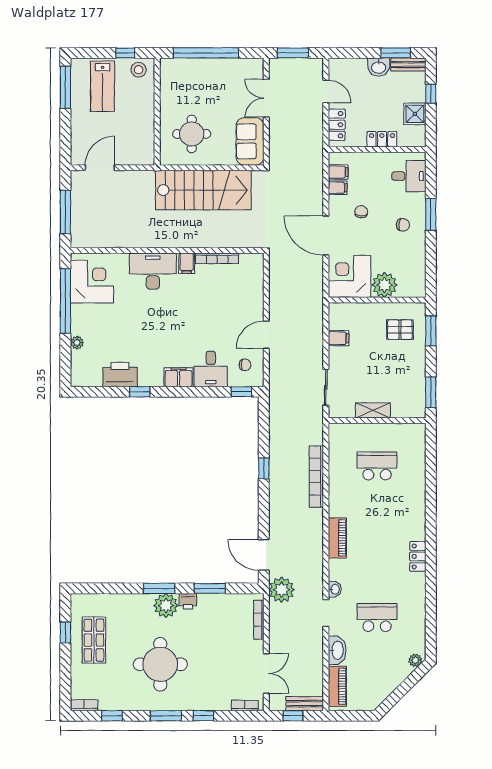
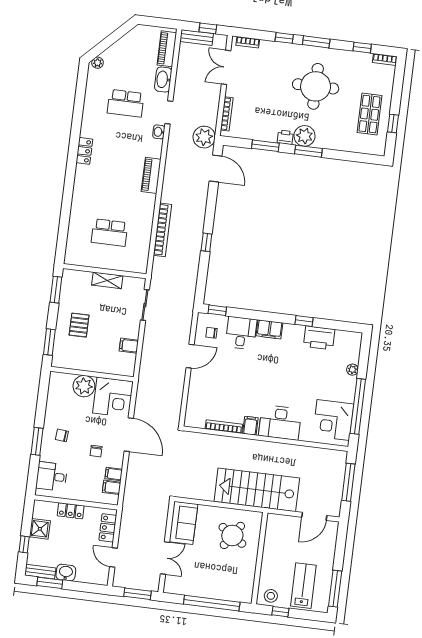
round table: (192, 134) -> (232, 535), turned 34
stairs: (203, 190) -> (257, 490), moved
pallet: (400, 330) -> (79, 325), moved, turned 90

